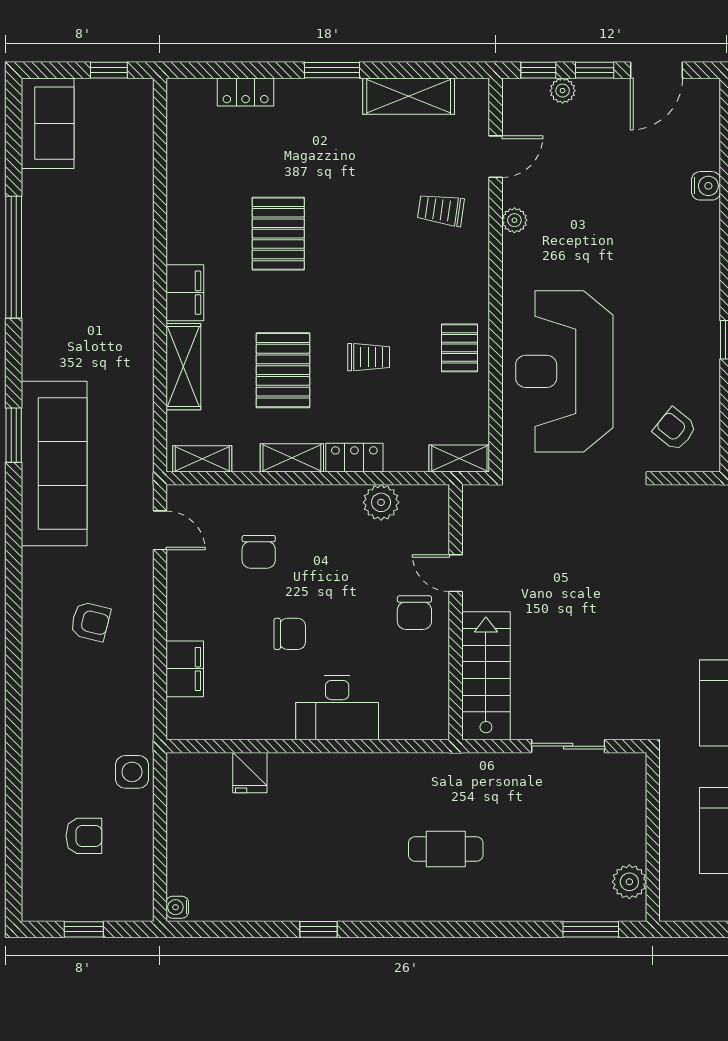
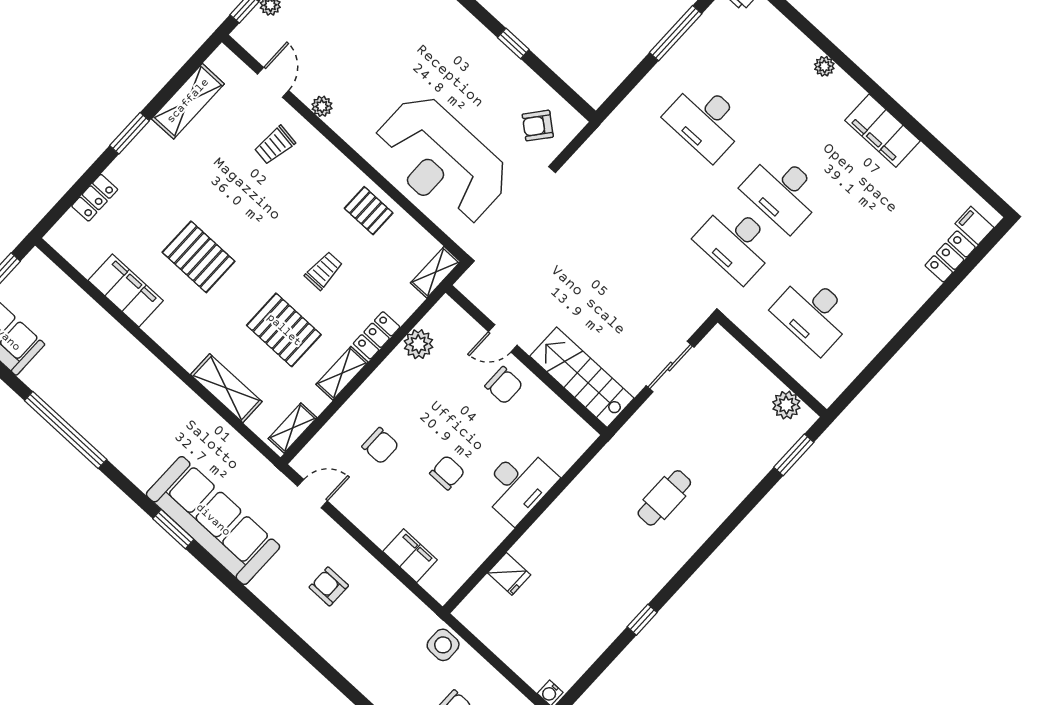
filing cabinet: (185, 293) -> (126, 291), moved, width x1.50, depth x1.17
armchair: (90, 622) -> (329, 586), turned -104

